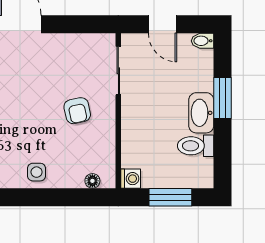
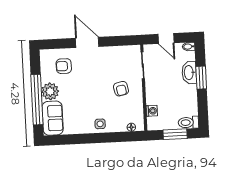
washbasin: (201, 113) -> (189, 73), moved
toilet: (196, 146) -> (188, 122), moved
washing machine: (131, 179) -> (152, 111), moved

